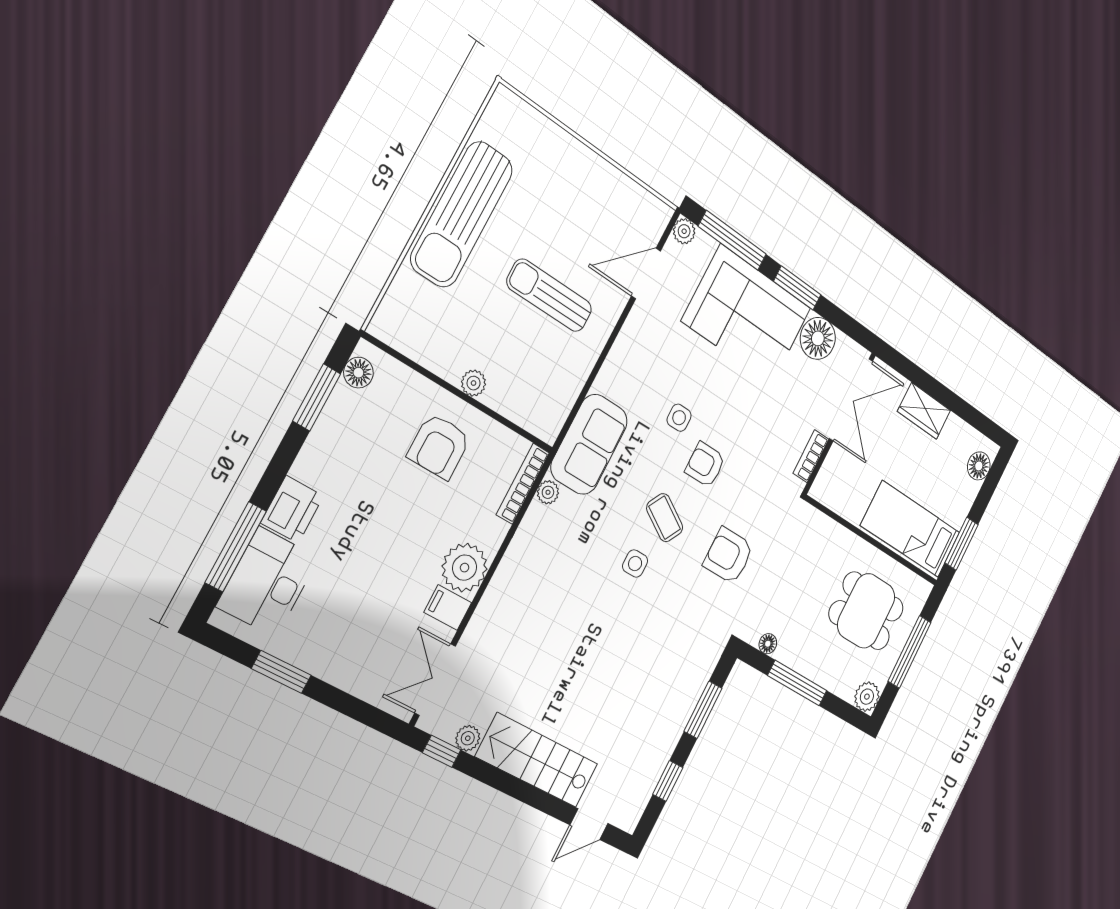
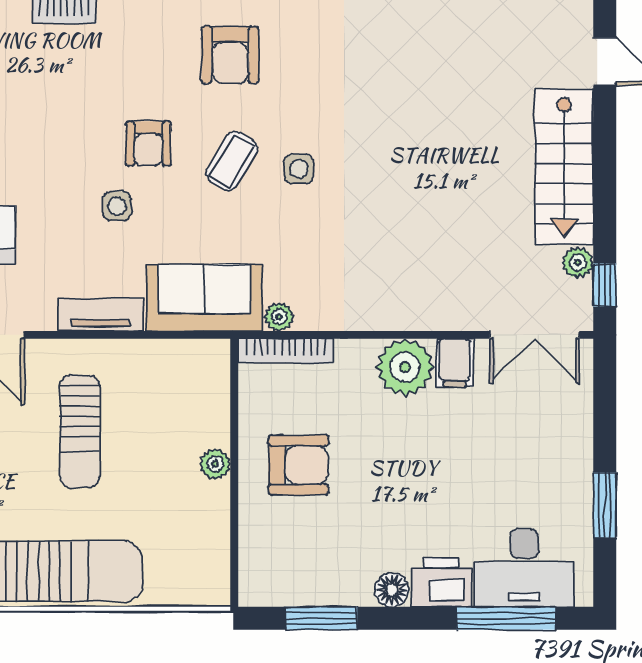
tv unit: (618, 361) -> (100, 315), added
floor lamp: (358, 373) -> (392, 590), moved

